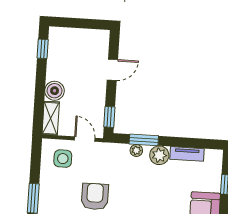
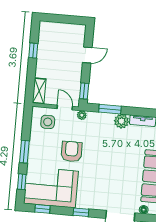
window: (43, 49) -> (33, 51), moved
boiler: (55, 91) -> (43, 70), removed
plant: (136, 150) -> (82, 115), moved

